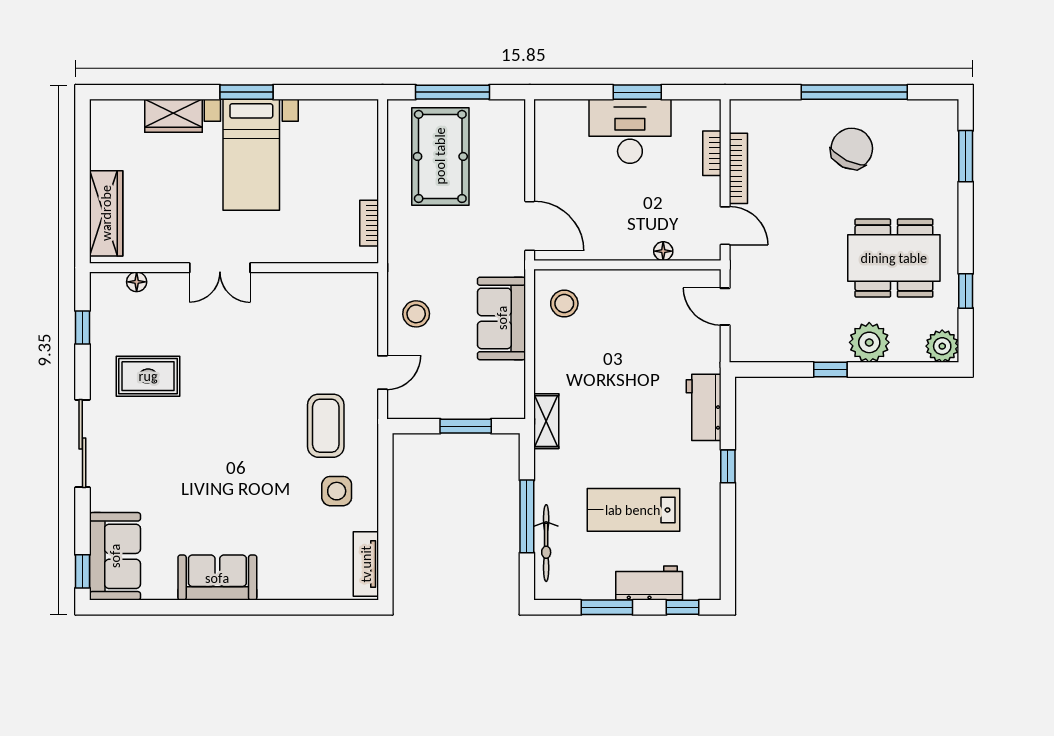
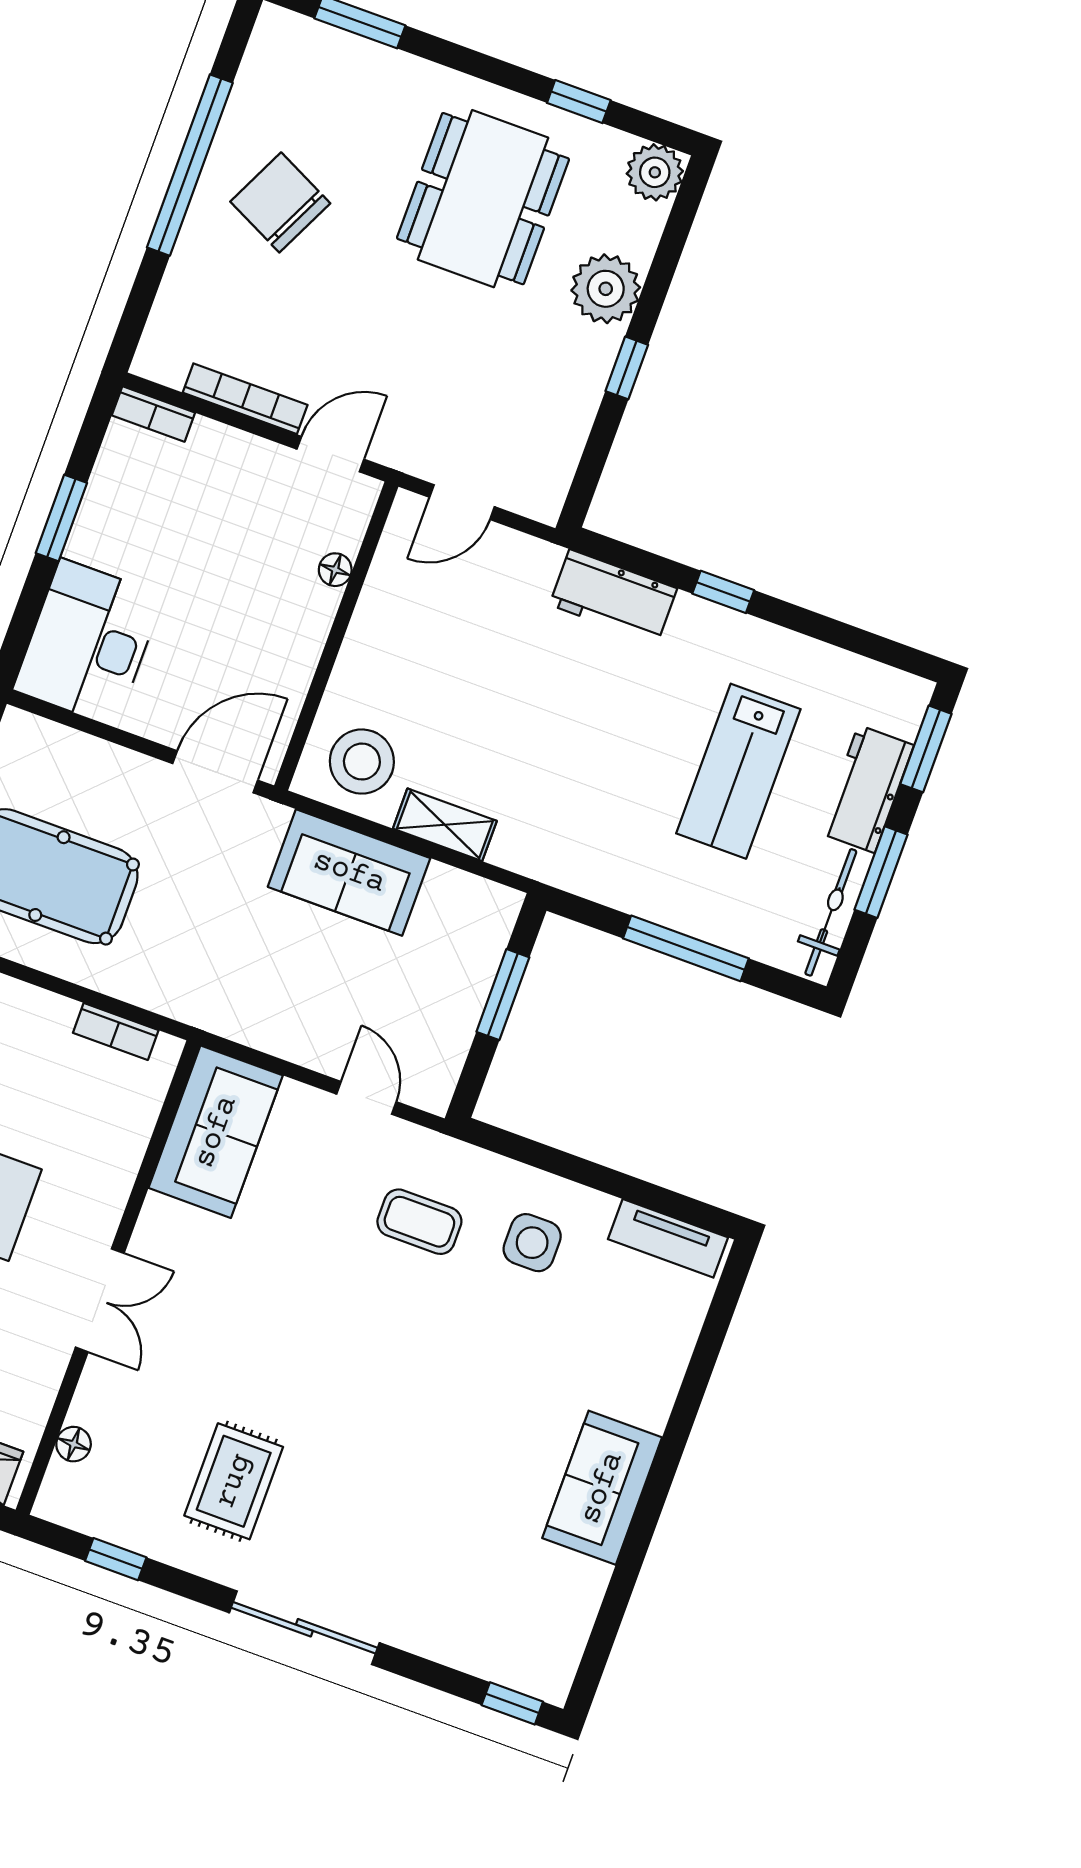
desk: (630, 131) -> (88, 643), moved
bookcase: (712, 153) -> (153, 414), moved
stool: (564, 304) -> (362, 762), width x1.38, depth x1.38
stool: (416, 314) -> (291, 1009), removed
shelving: (546, 421) -> (445, 825), moved
coffee table: (326, 426) -> (419, 1222), width x0.73, depth x0.77
bicycle: (546, 543) -> (831, 912), moved, turned -90
sofa: (115, 556) -> (216, 1132), moved, turned 90
window: (683, 607) -> (926, 749), width x1.50

